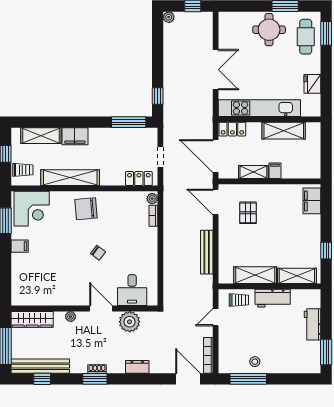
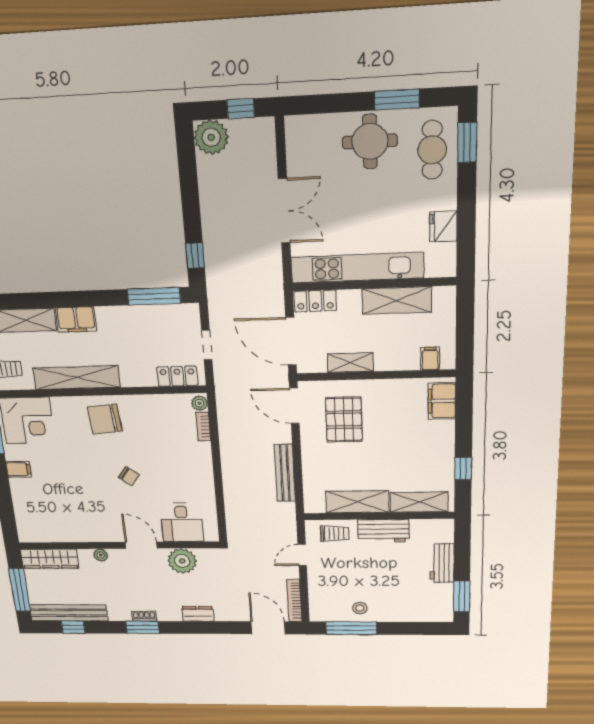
plant: (169, 17) -> (211, 137), width x1.87, depth x1.87
filing cabinet: (275, 171) -> (430, 359), moved
pallet: (248, 213) -> (344, 420), width x1.50, depth x1.42

